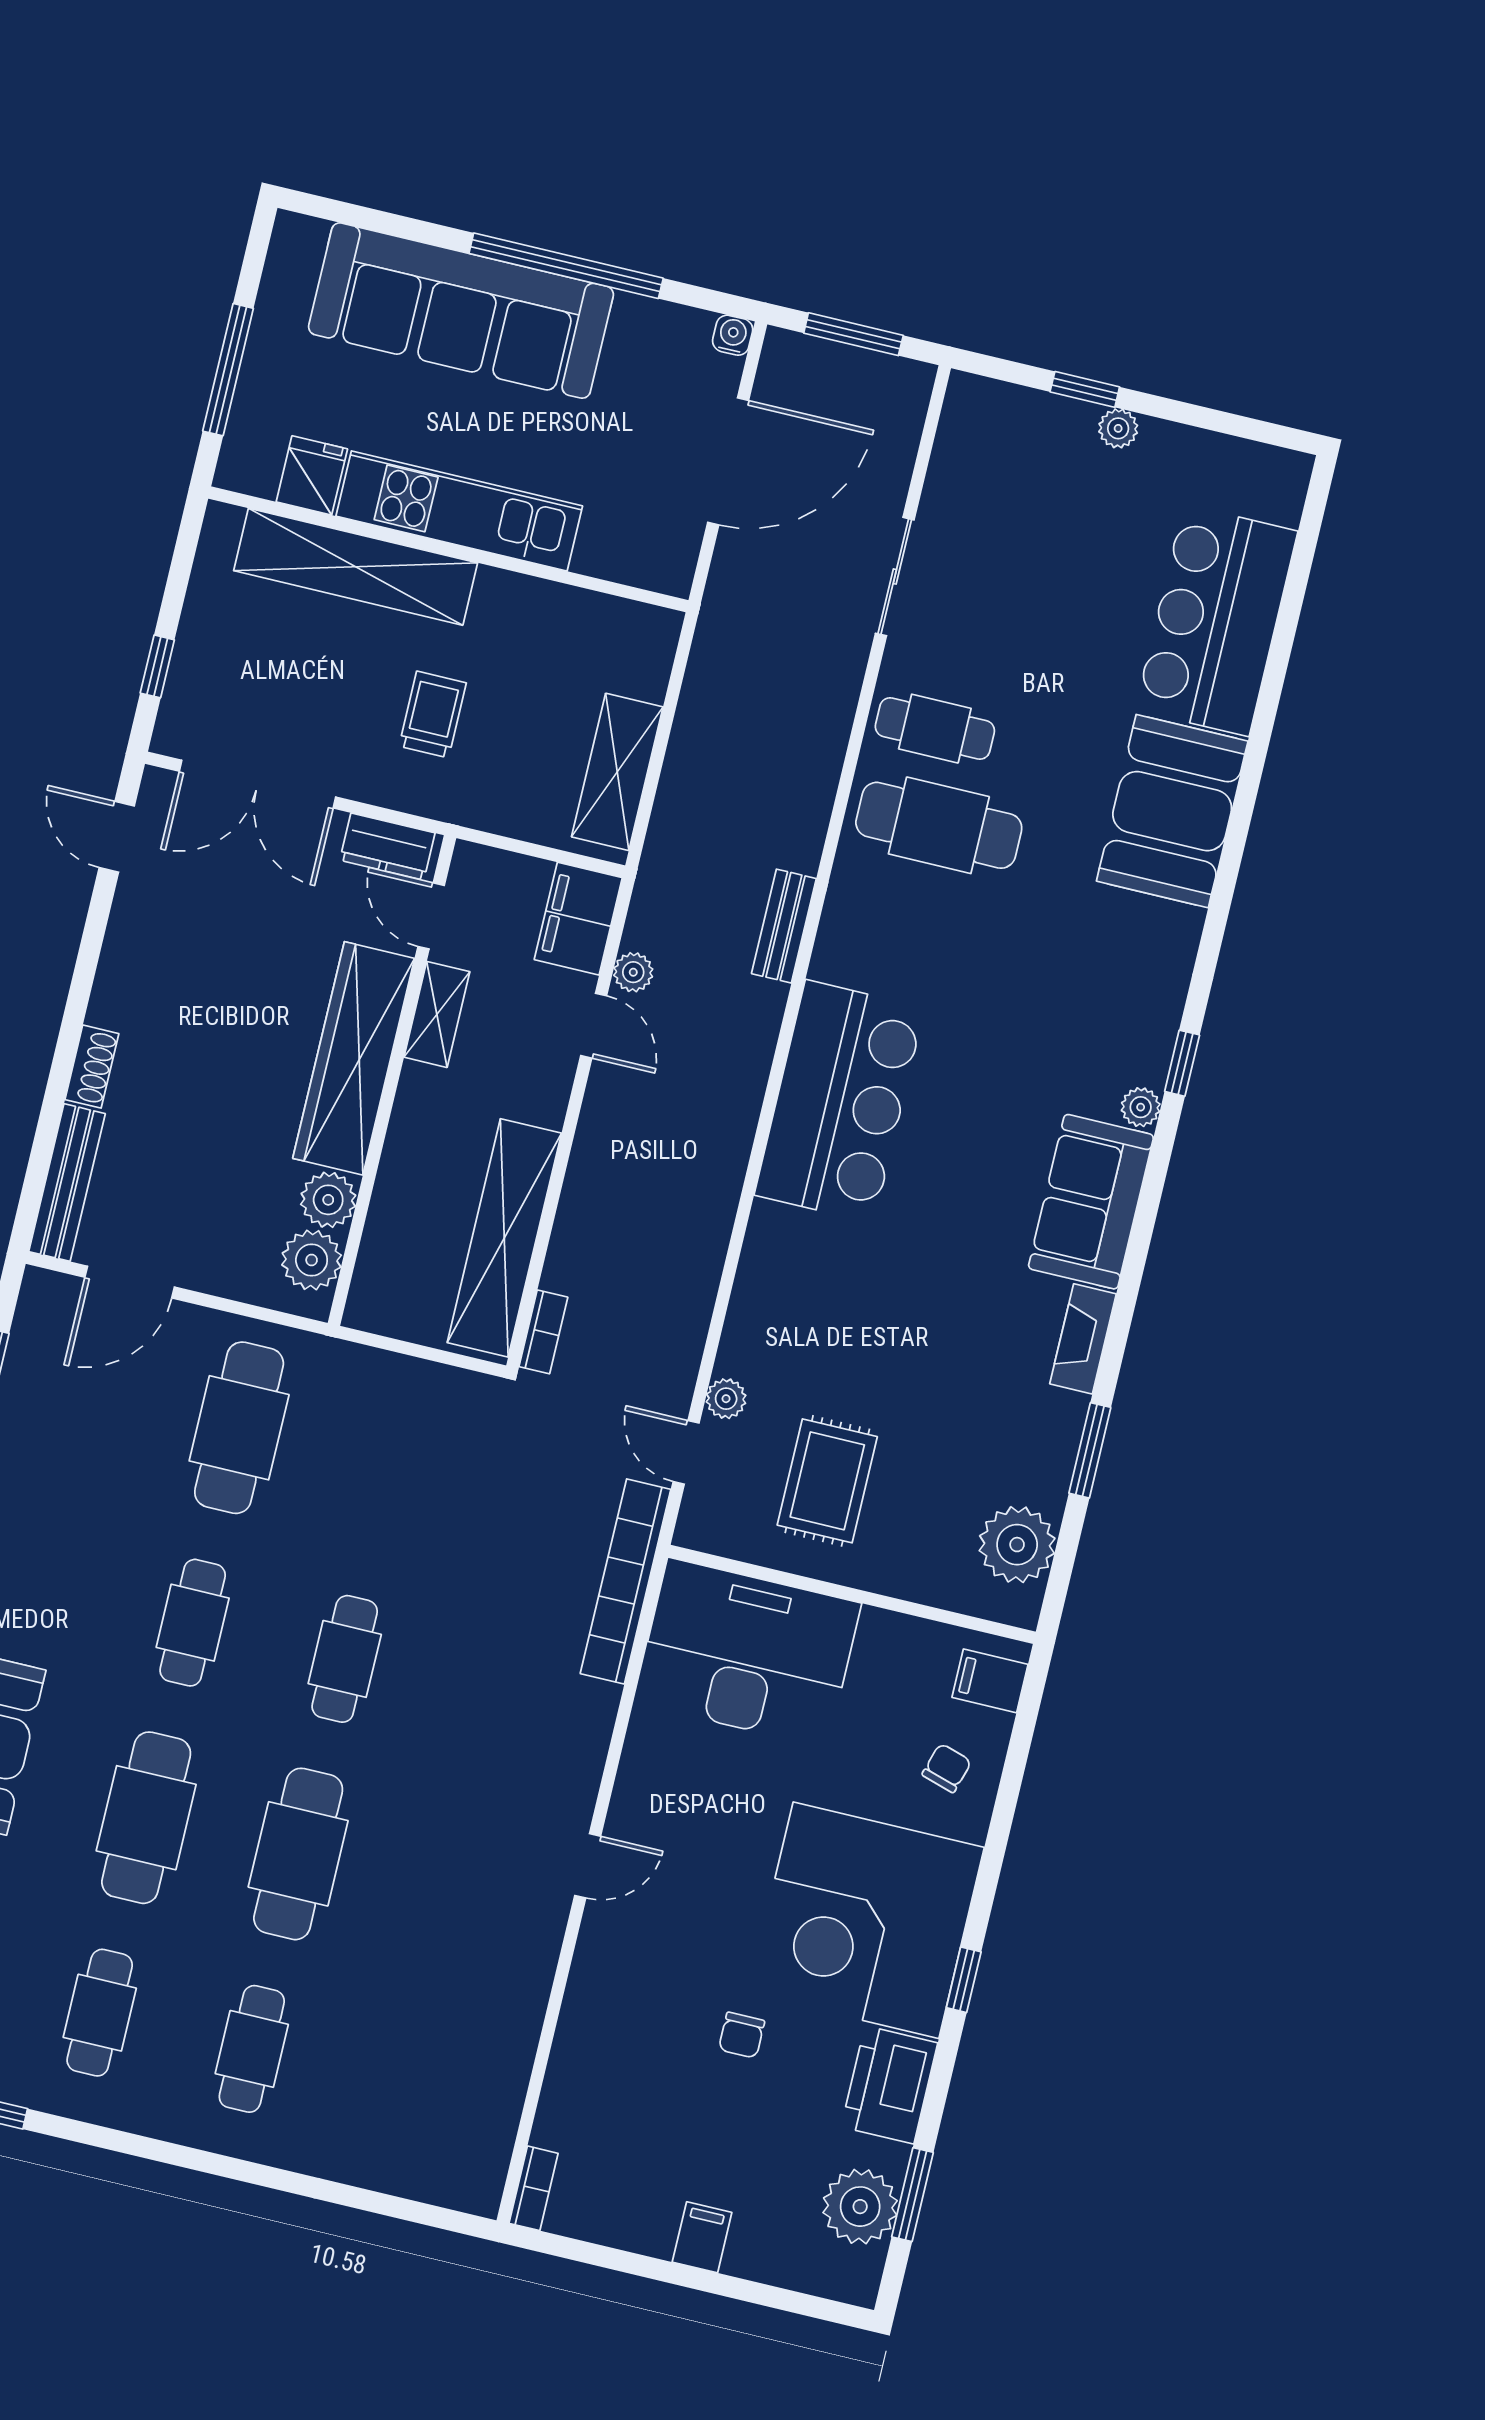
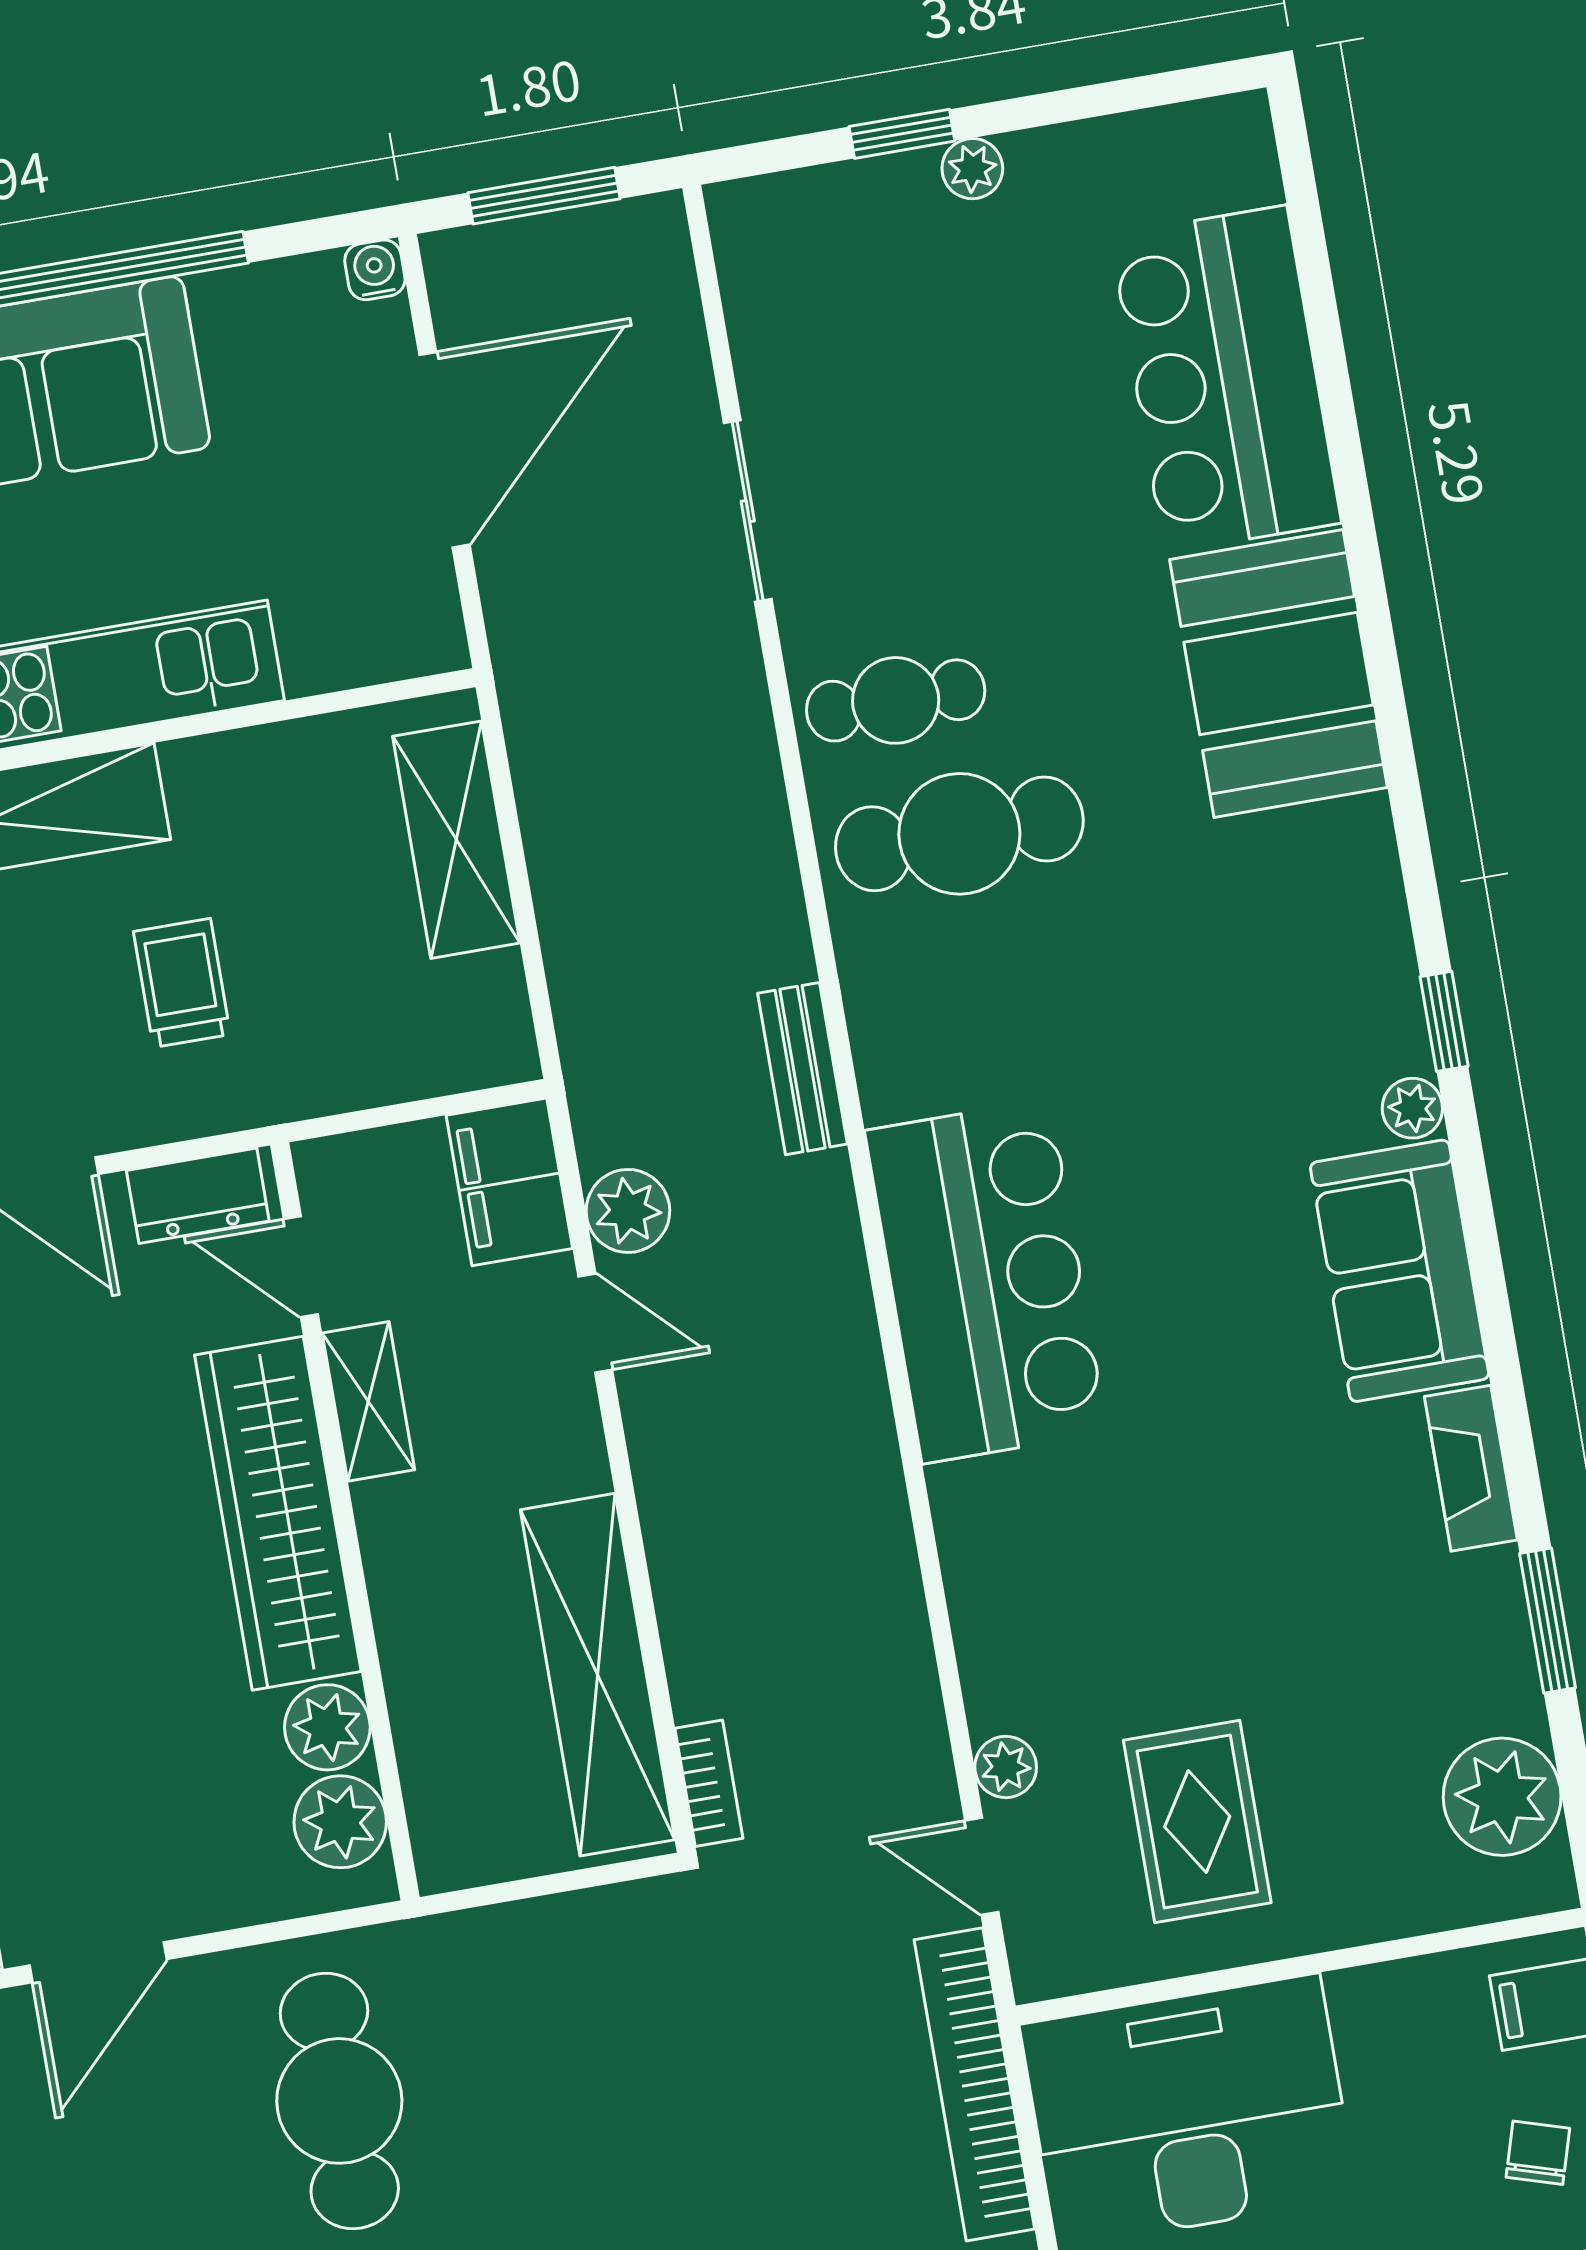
shelving: (617, 772) -> (456, 840), moved
plant: (633, 972) -> (628, 1211), width x1.38, depth x1.38

